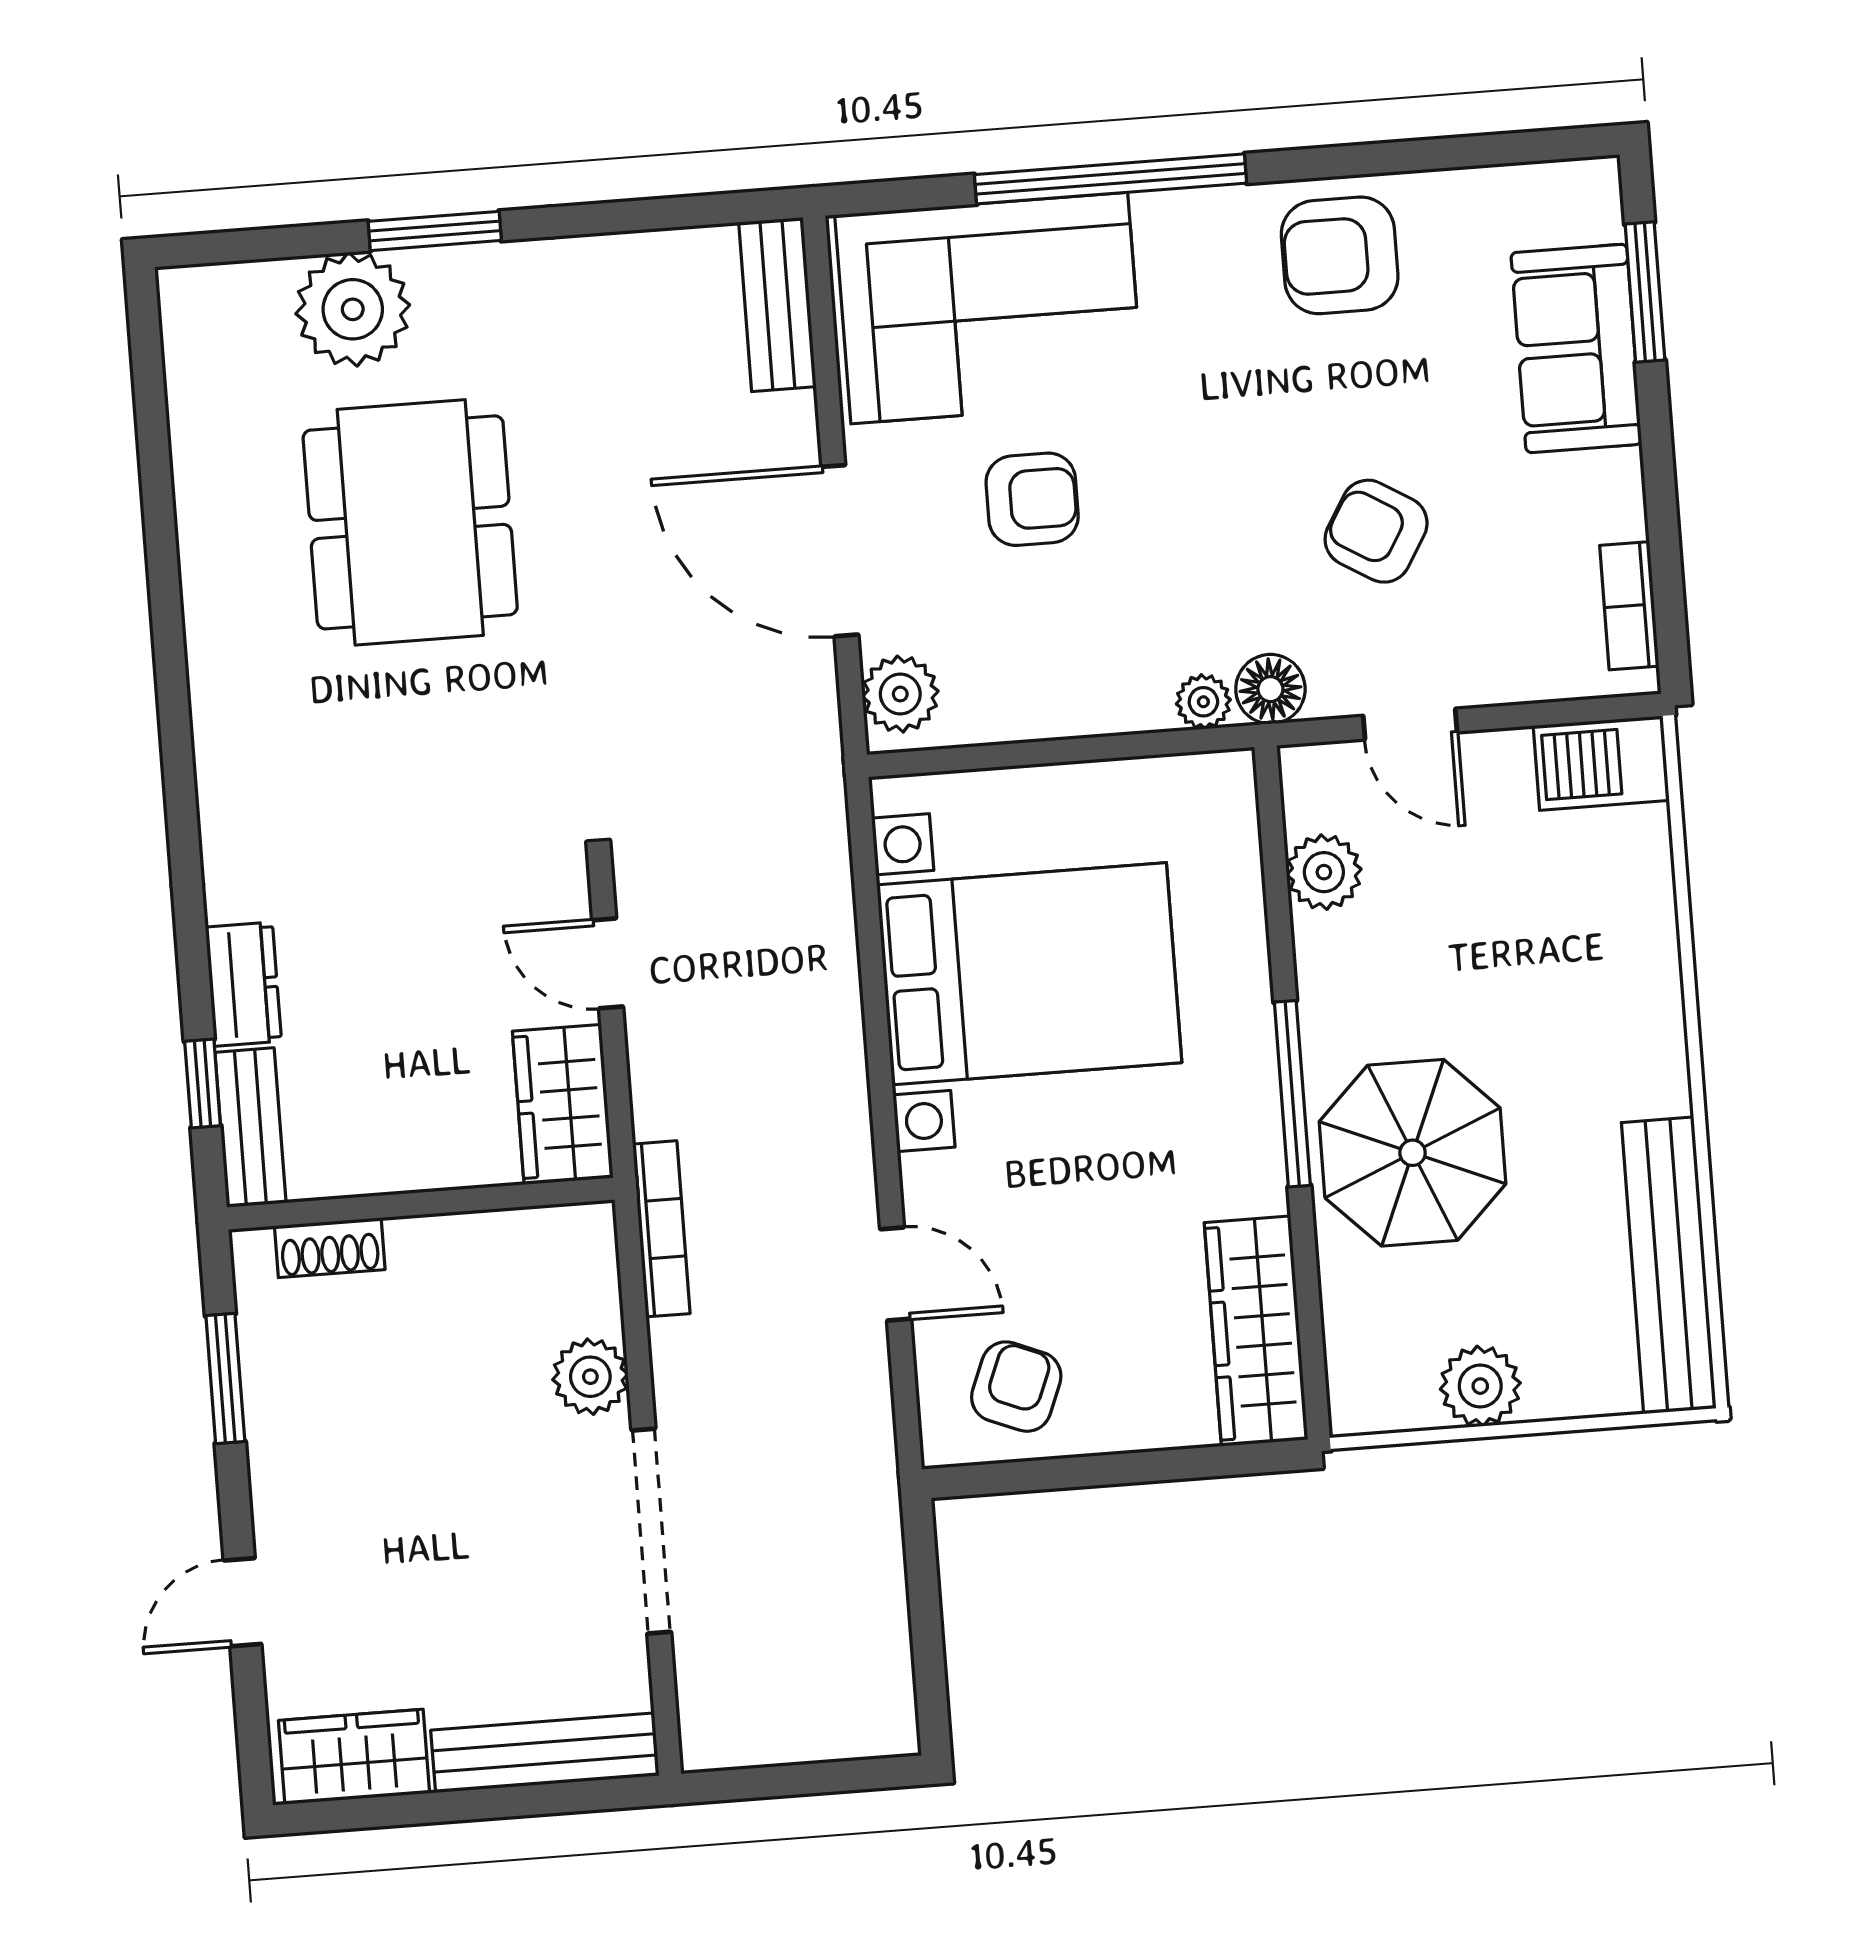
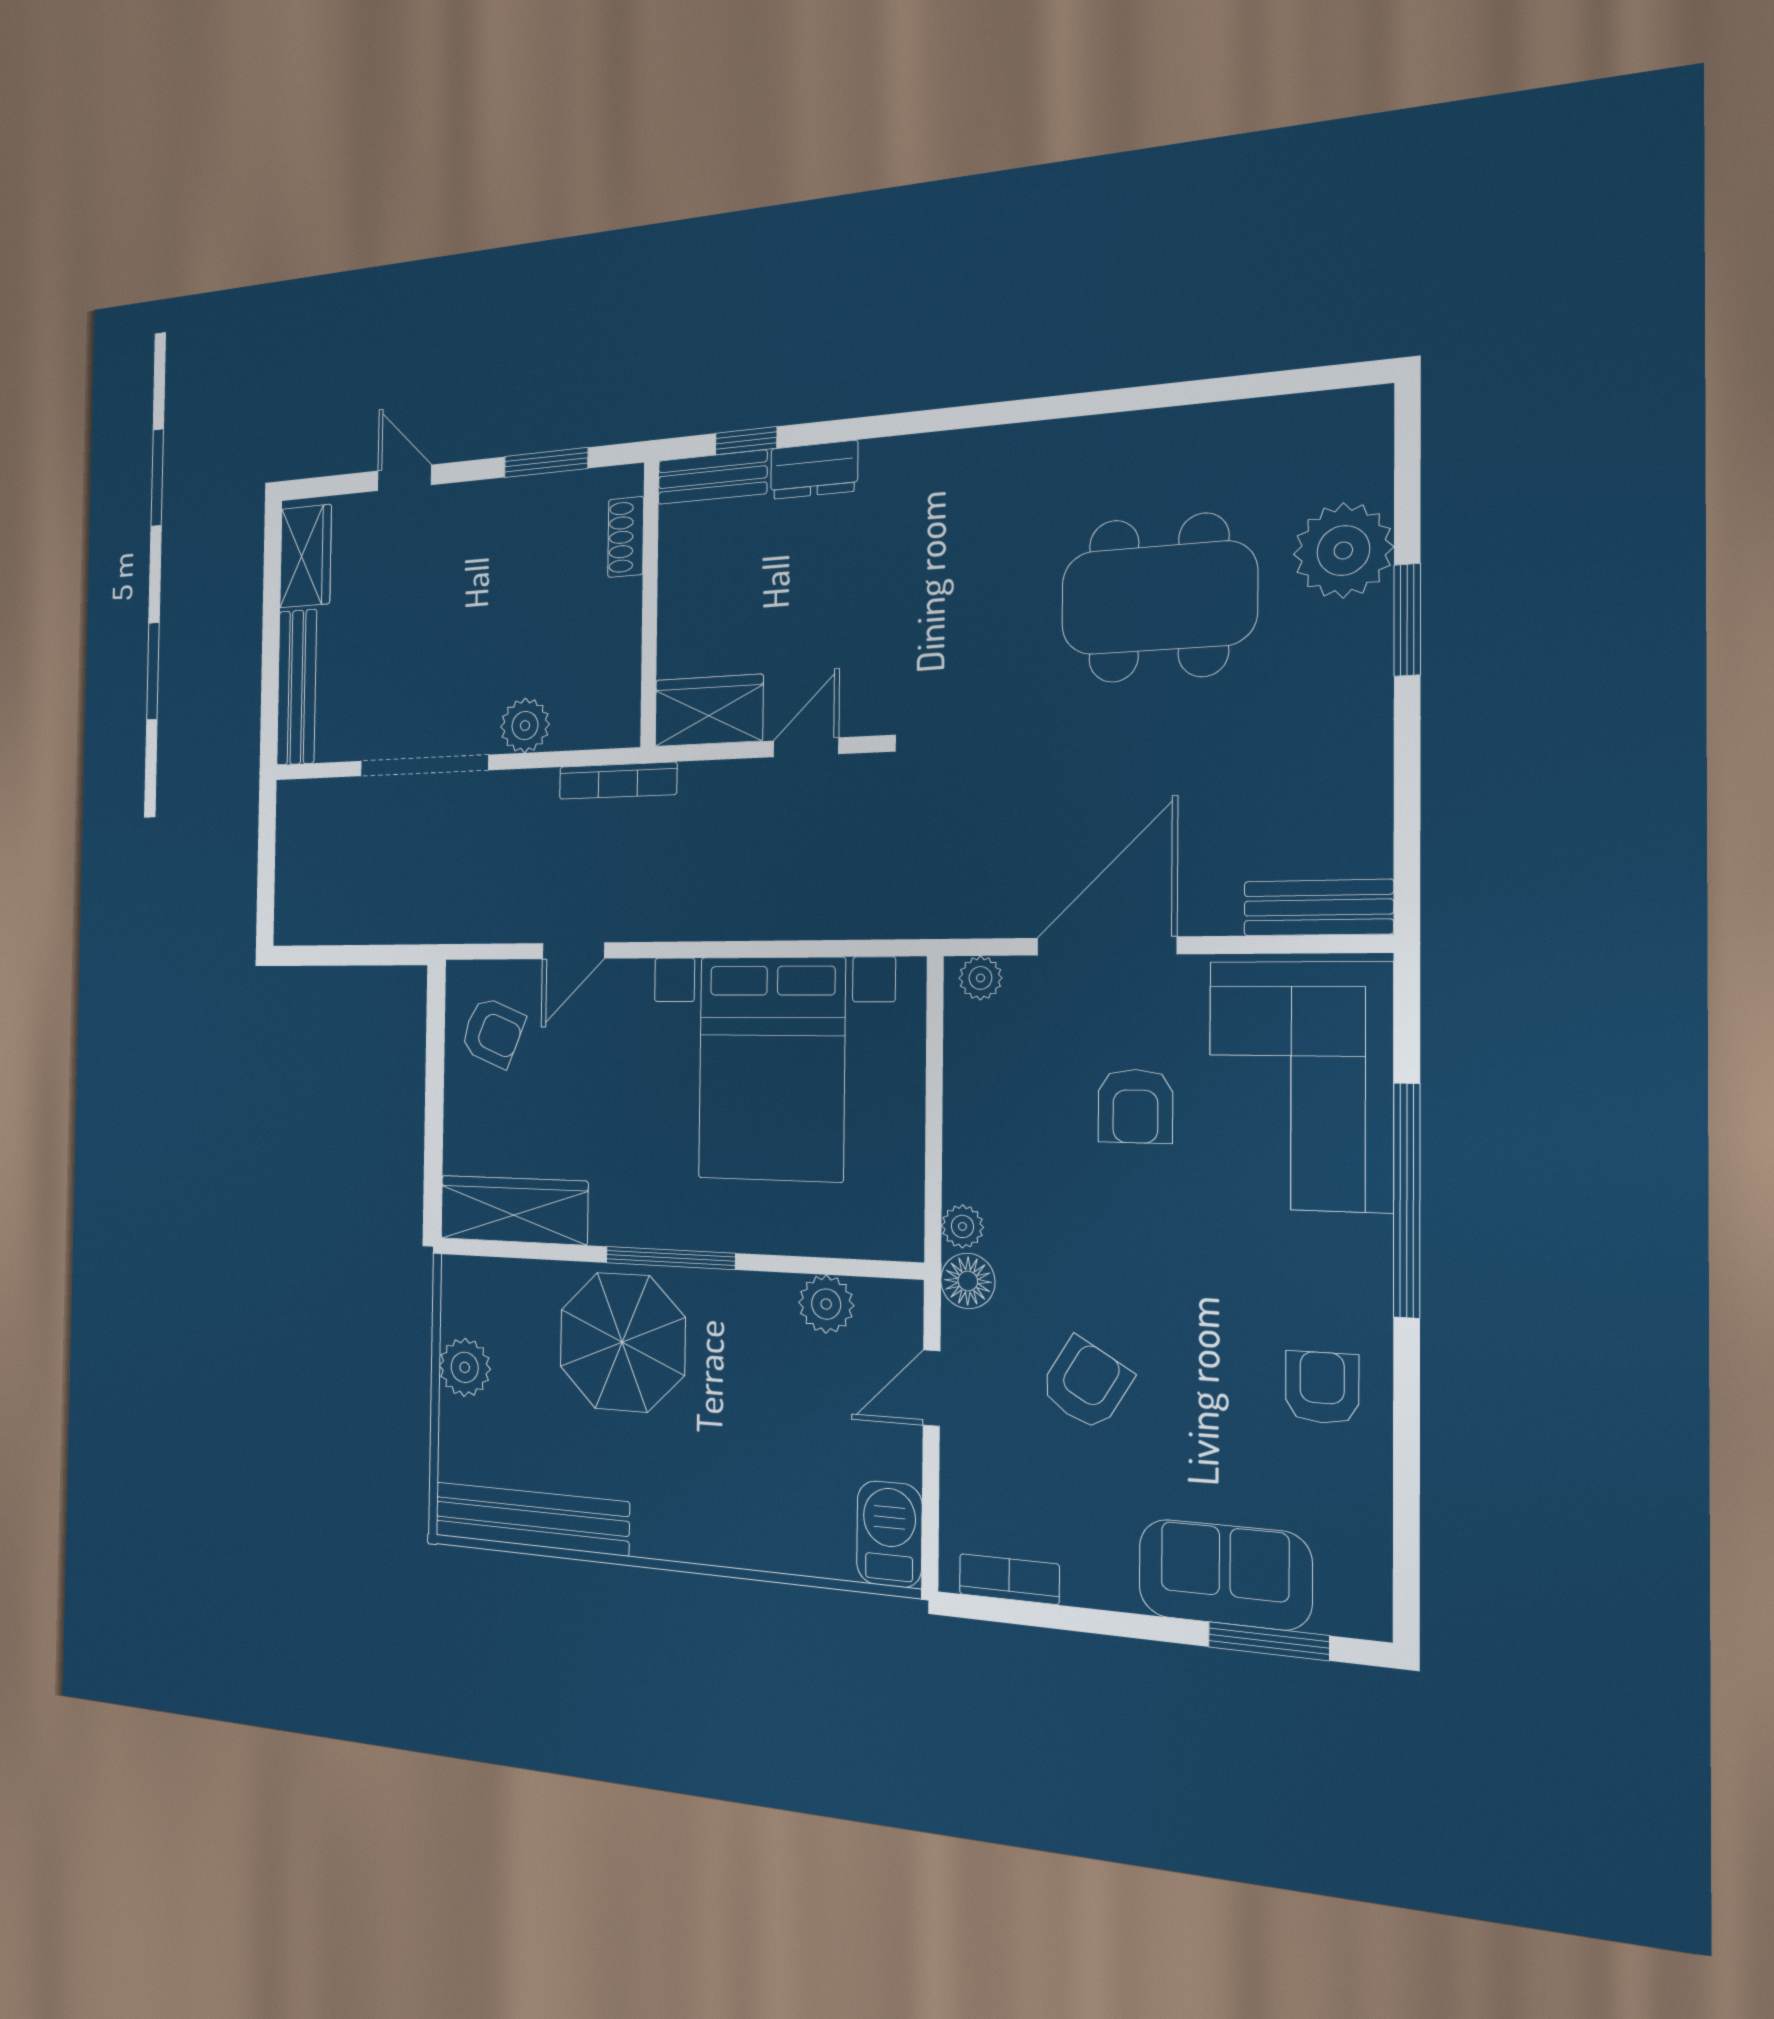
armchair: (1340, 255) -> (1322, 1388), width x0.72, depth x0.72
plant: (900, 694) -> (980, 978), width x0.73, depth x0.73

